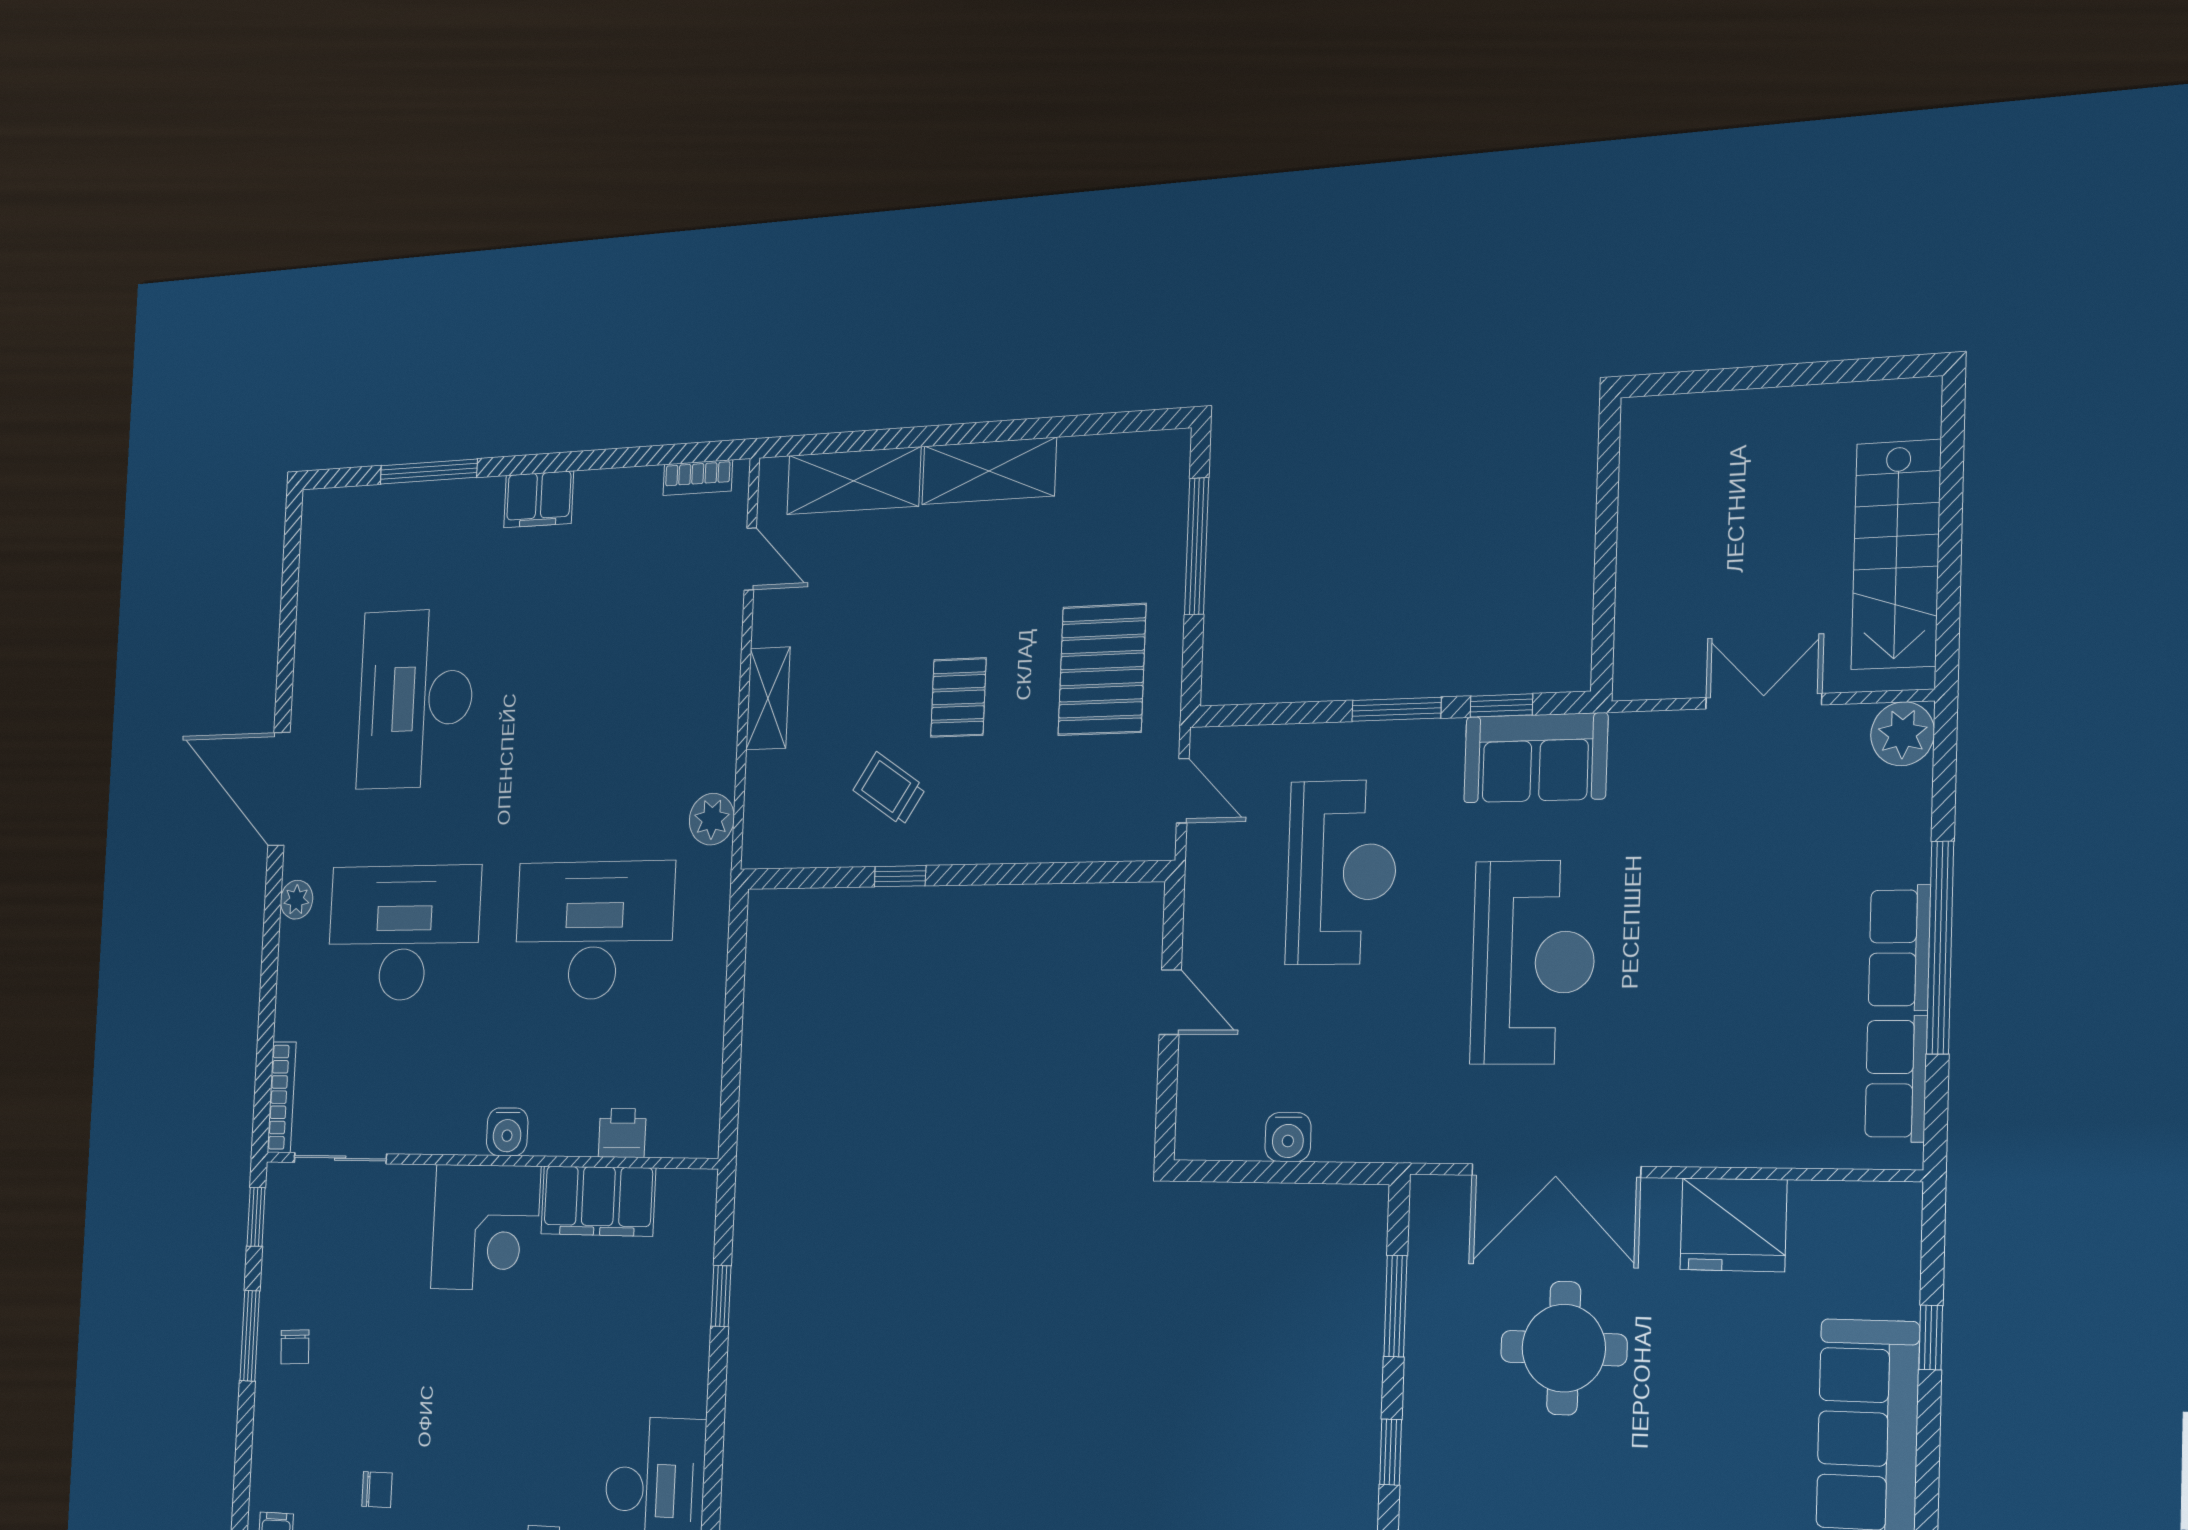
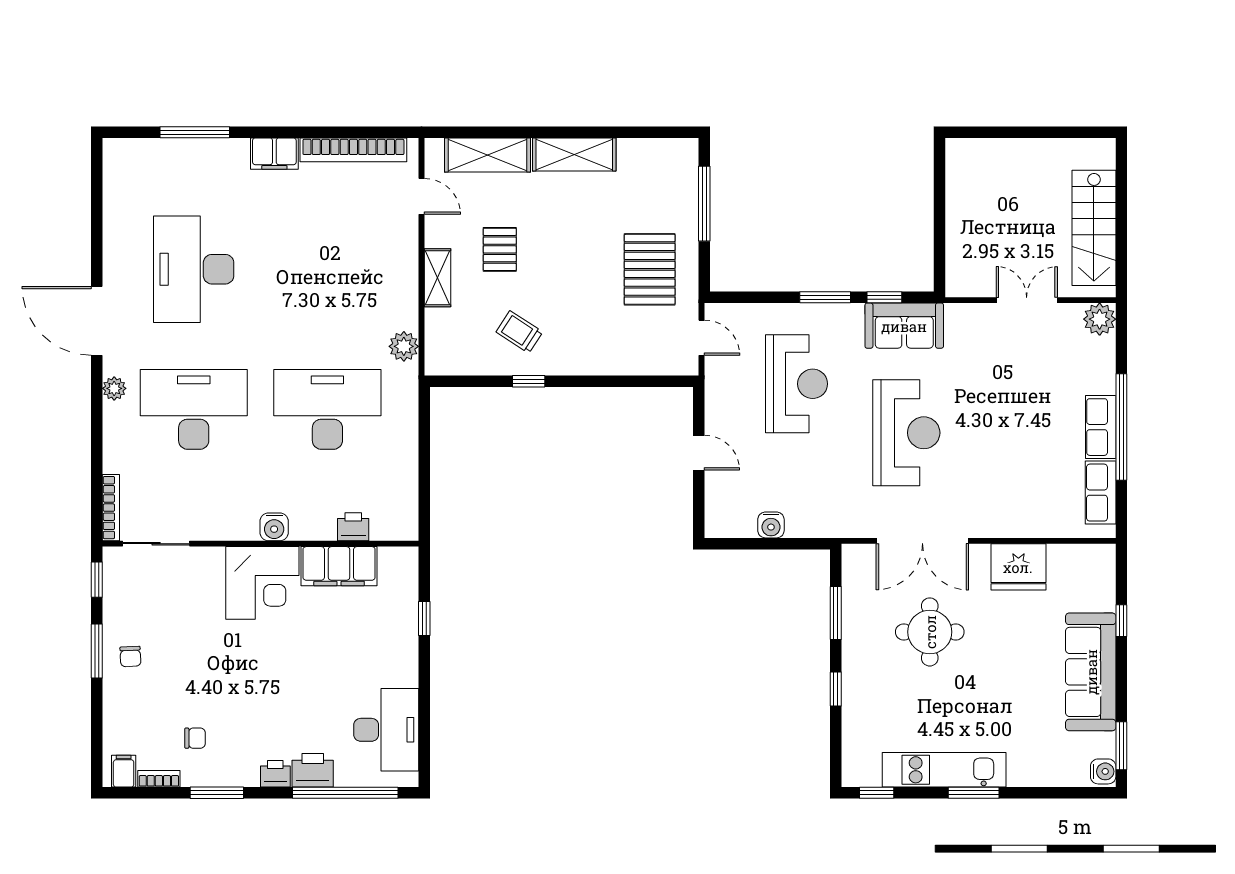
bookcase: (698, 478) -> (353, 150), width x2.31, depth x1.31
pallet: (958, 697) -> (500, 249), moved

